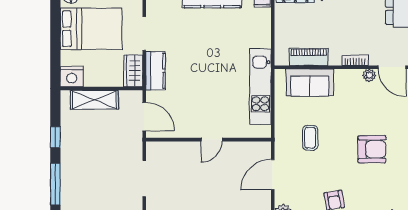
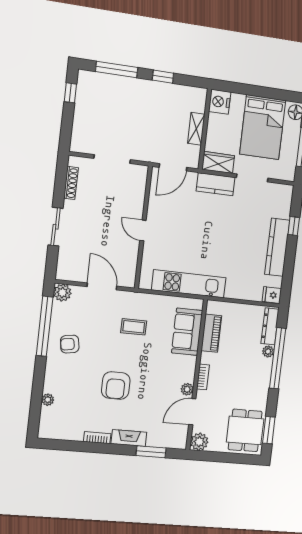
shelving: (94, 100) -> (196, 129), width x0.67, depth x0.75

